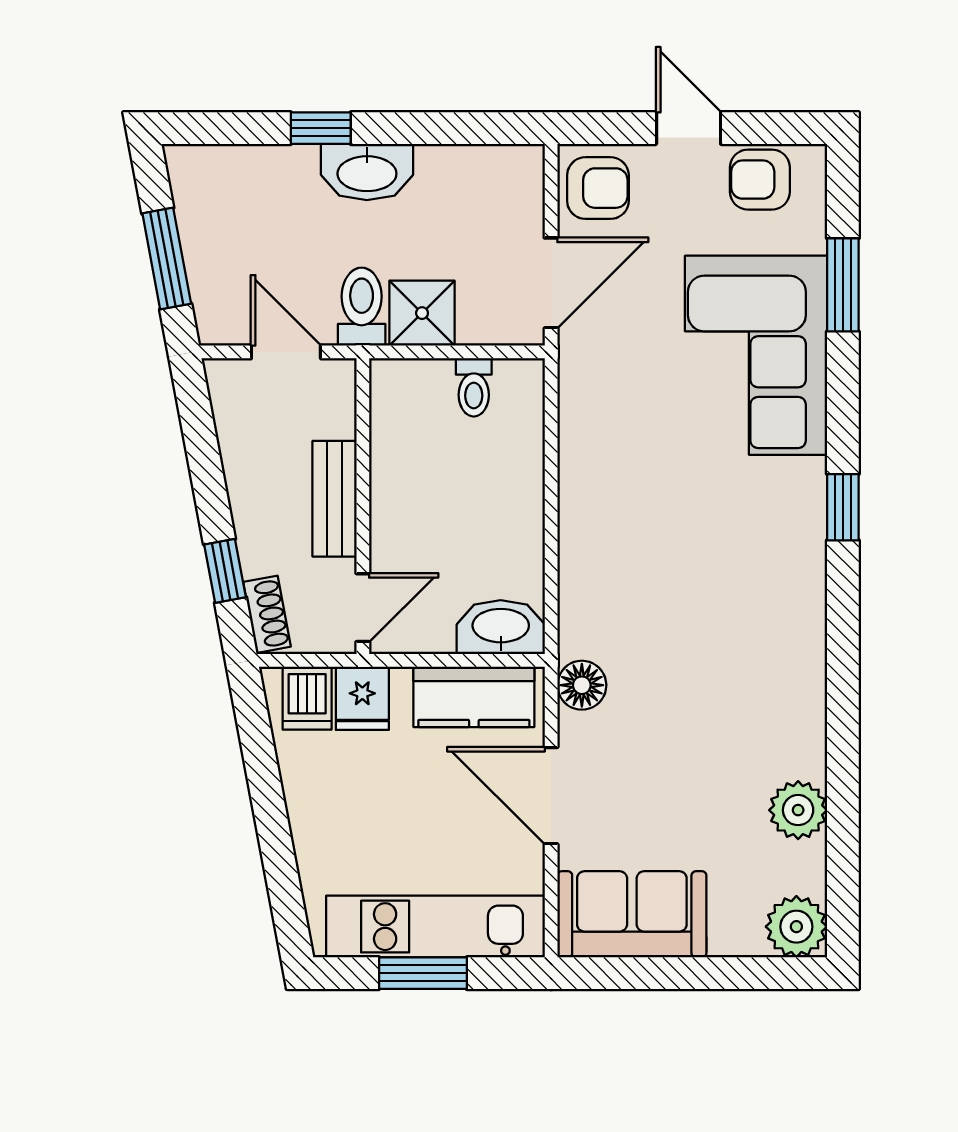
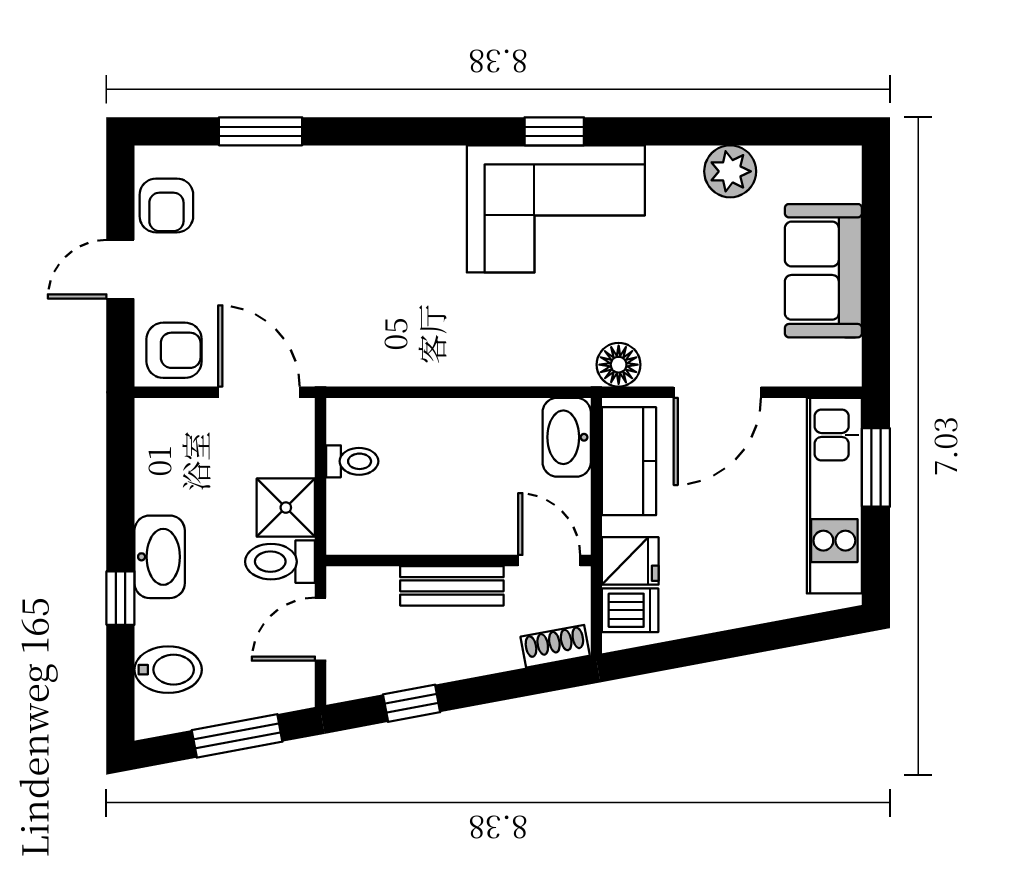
bidet: (241, 181) -> (168, 670), added
armchair: (598, 188) -> (174, 350), turned 90
corner sofa: (756, 355) -> (556, 209), moved
window: (843, 507) -> (554, 131), moved
window: (225, 571) -> (412, 703), moved
sofa: (632, 914) -> (823, 271), moved
plant: (796, 927) -> (834, 173), removed
window: (423, 973) -> (876, 467), moved

